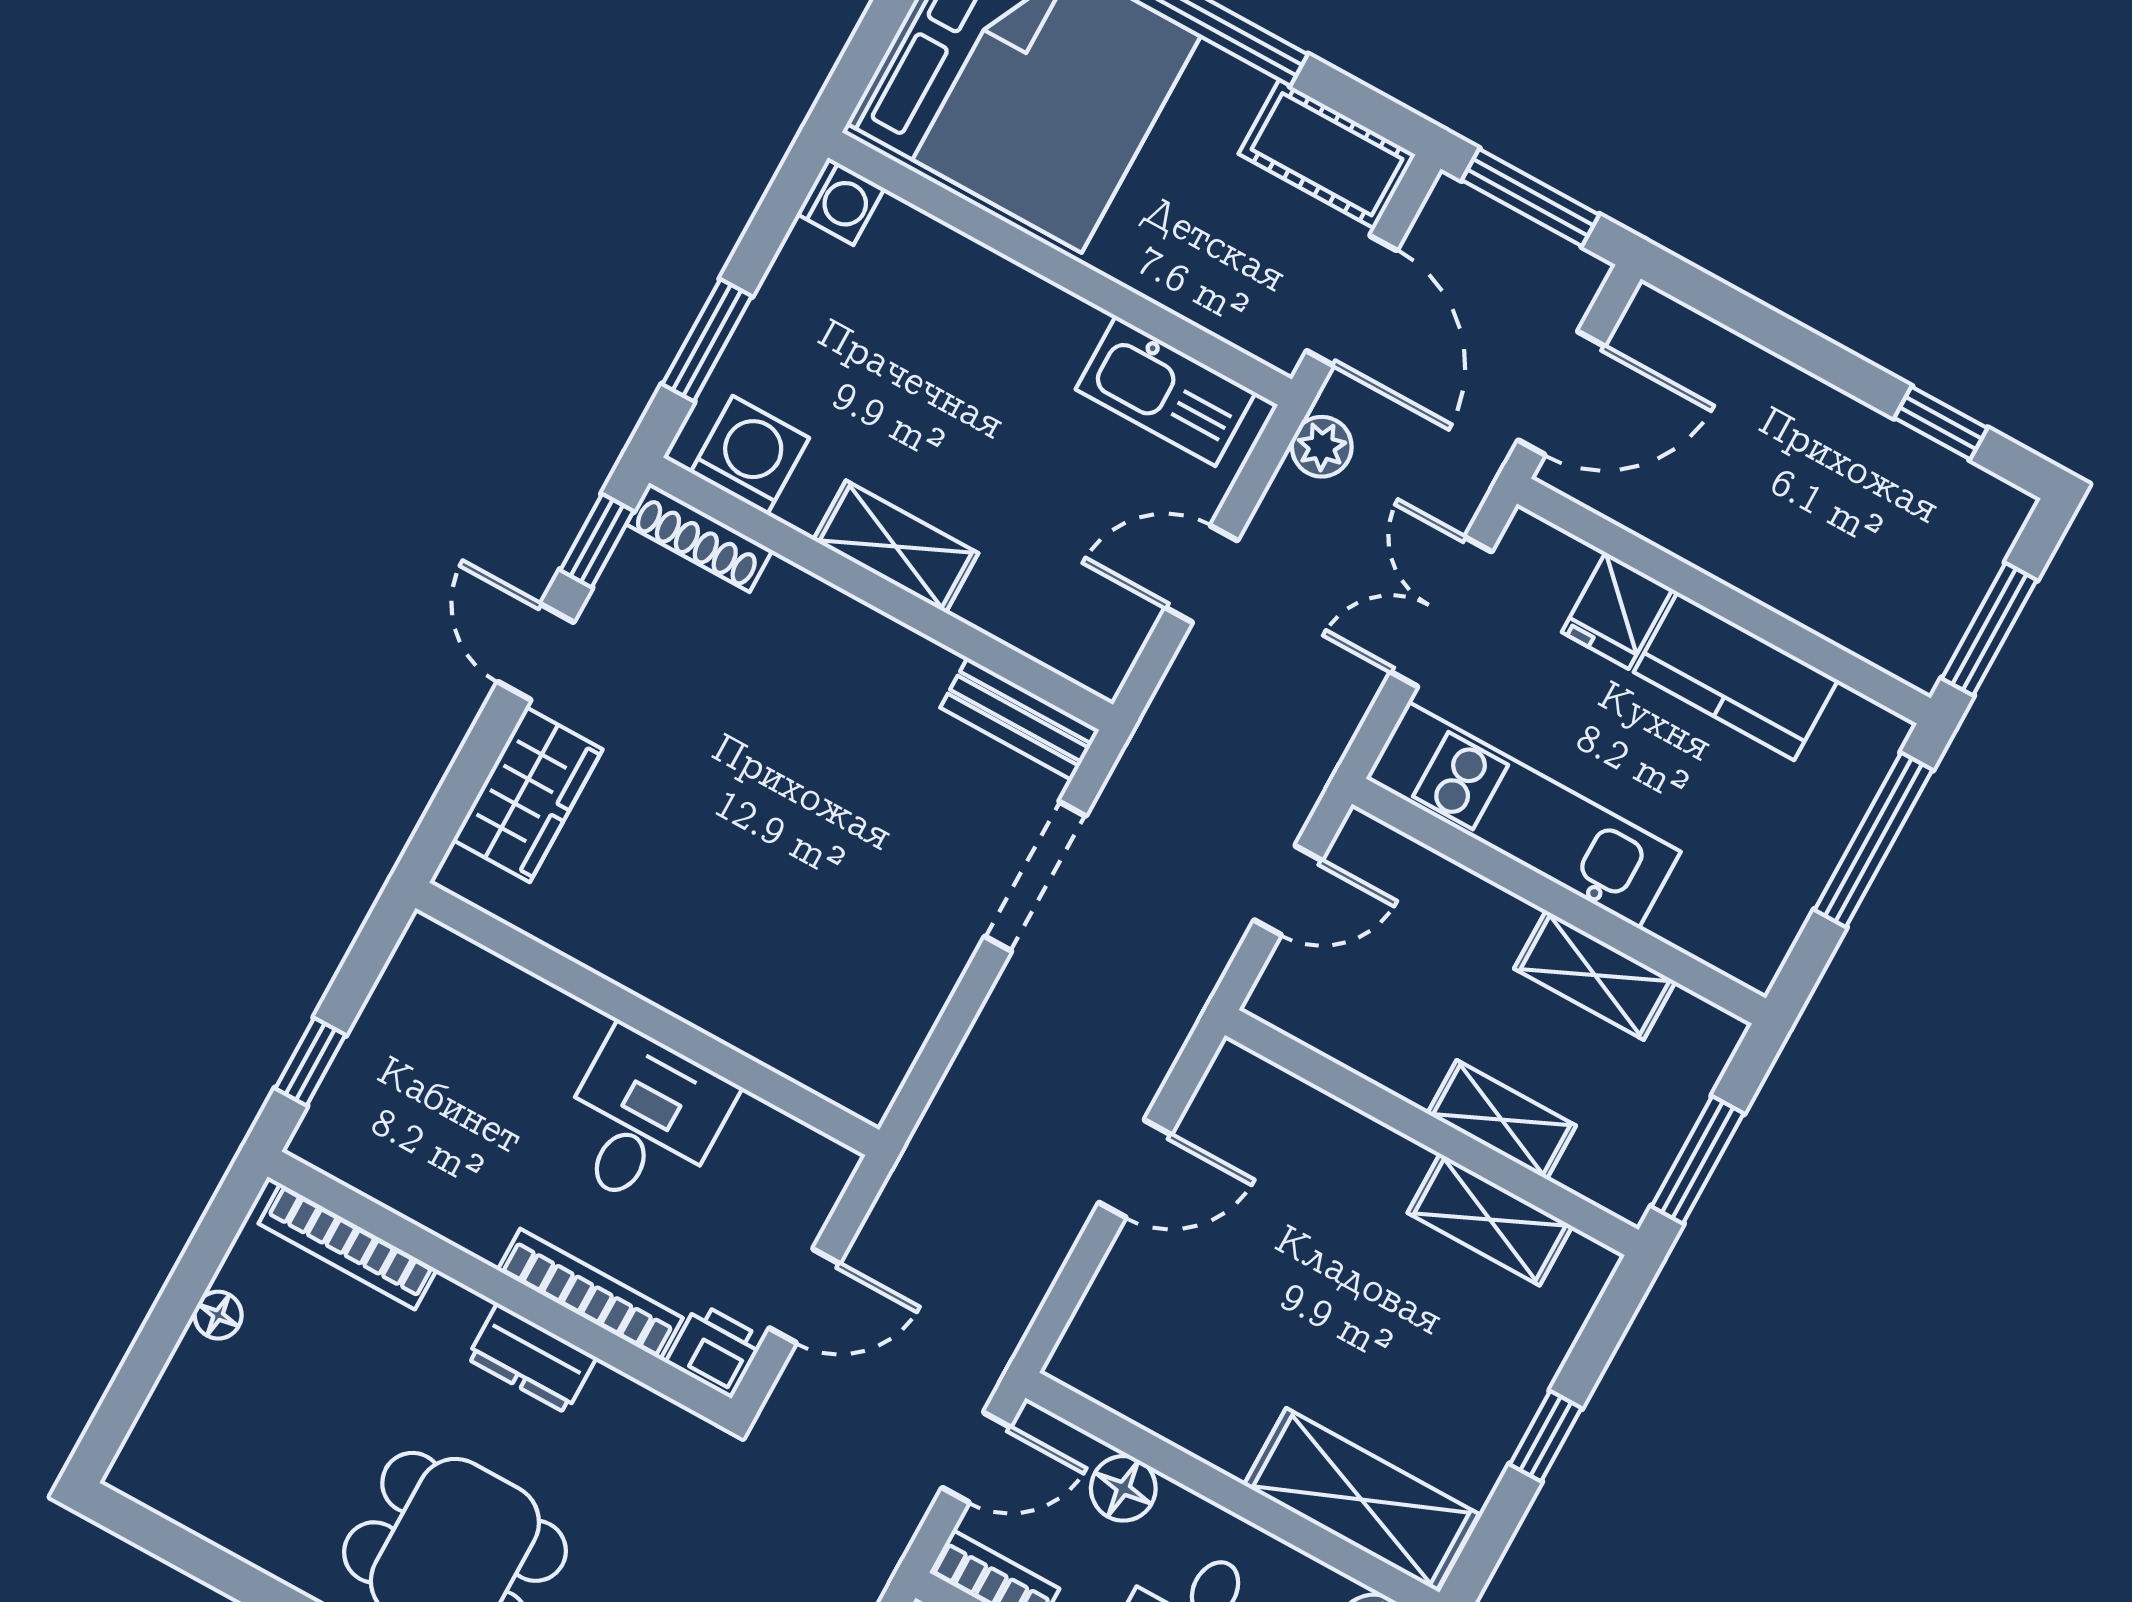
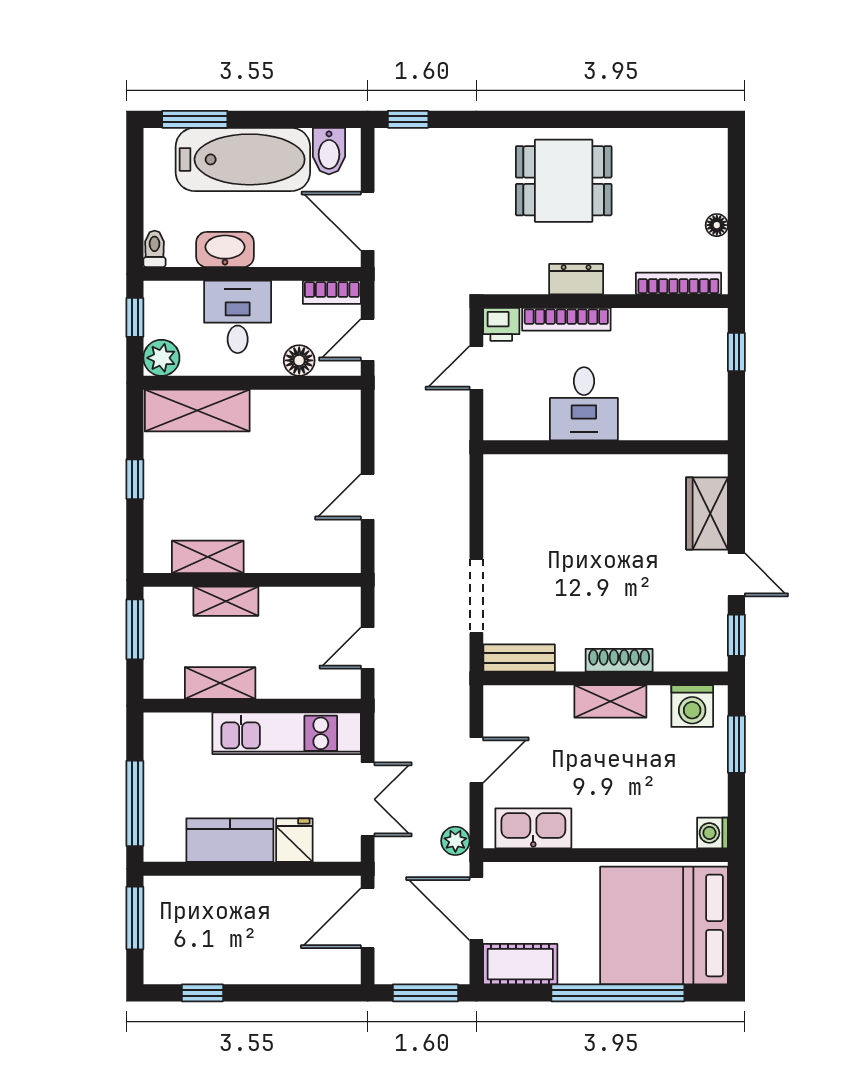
shoe rack: (699, 537) -> (619, 660), moved

